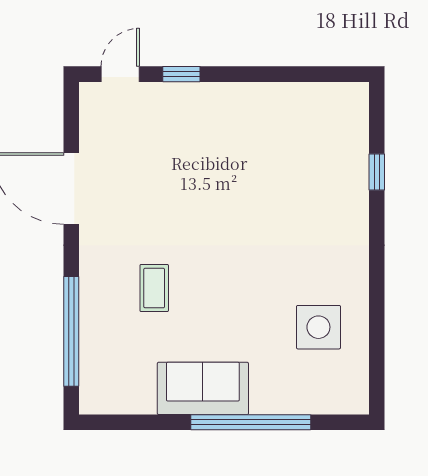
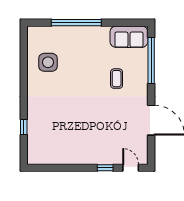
door: (120, 74) -> (131, 168), swing flipped
sofa: (203, 388) -> (129, 37), moved

